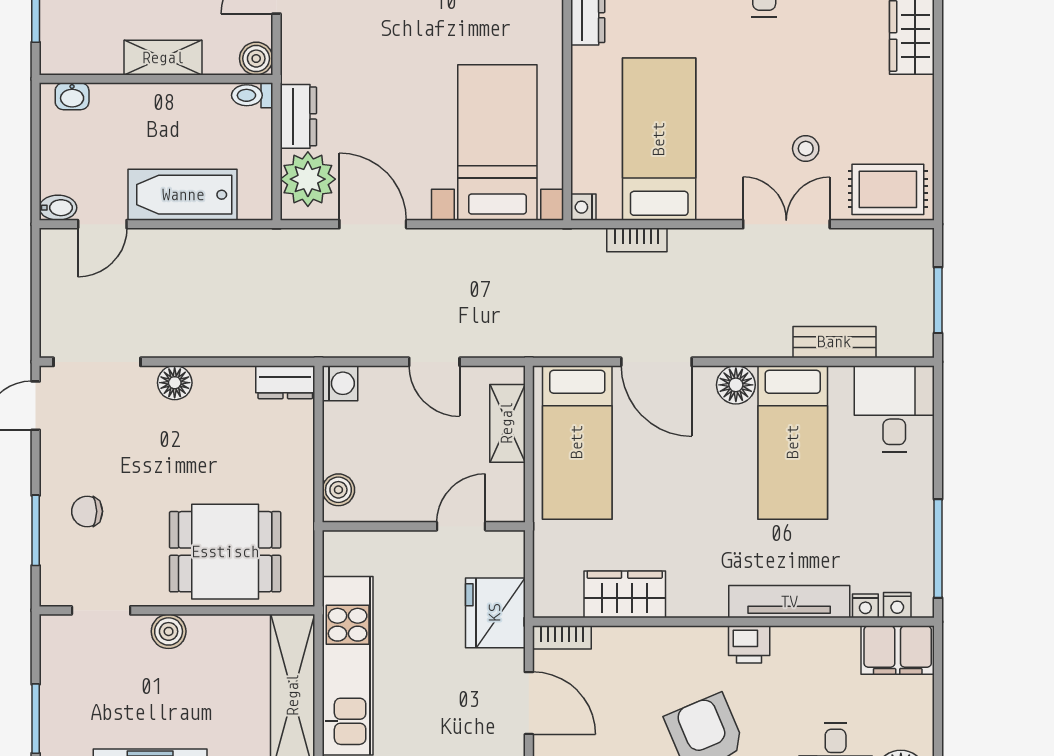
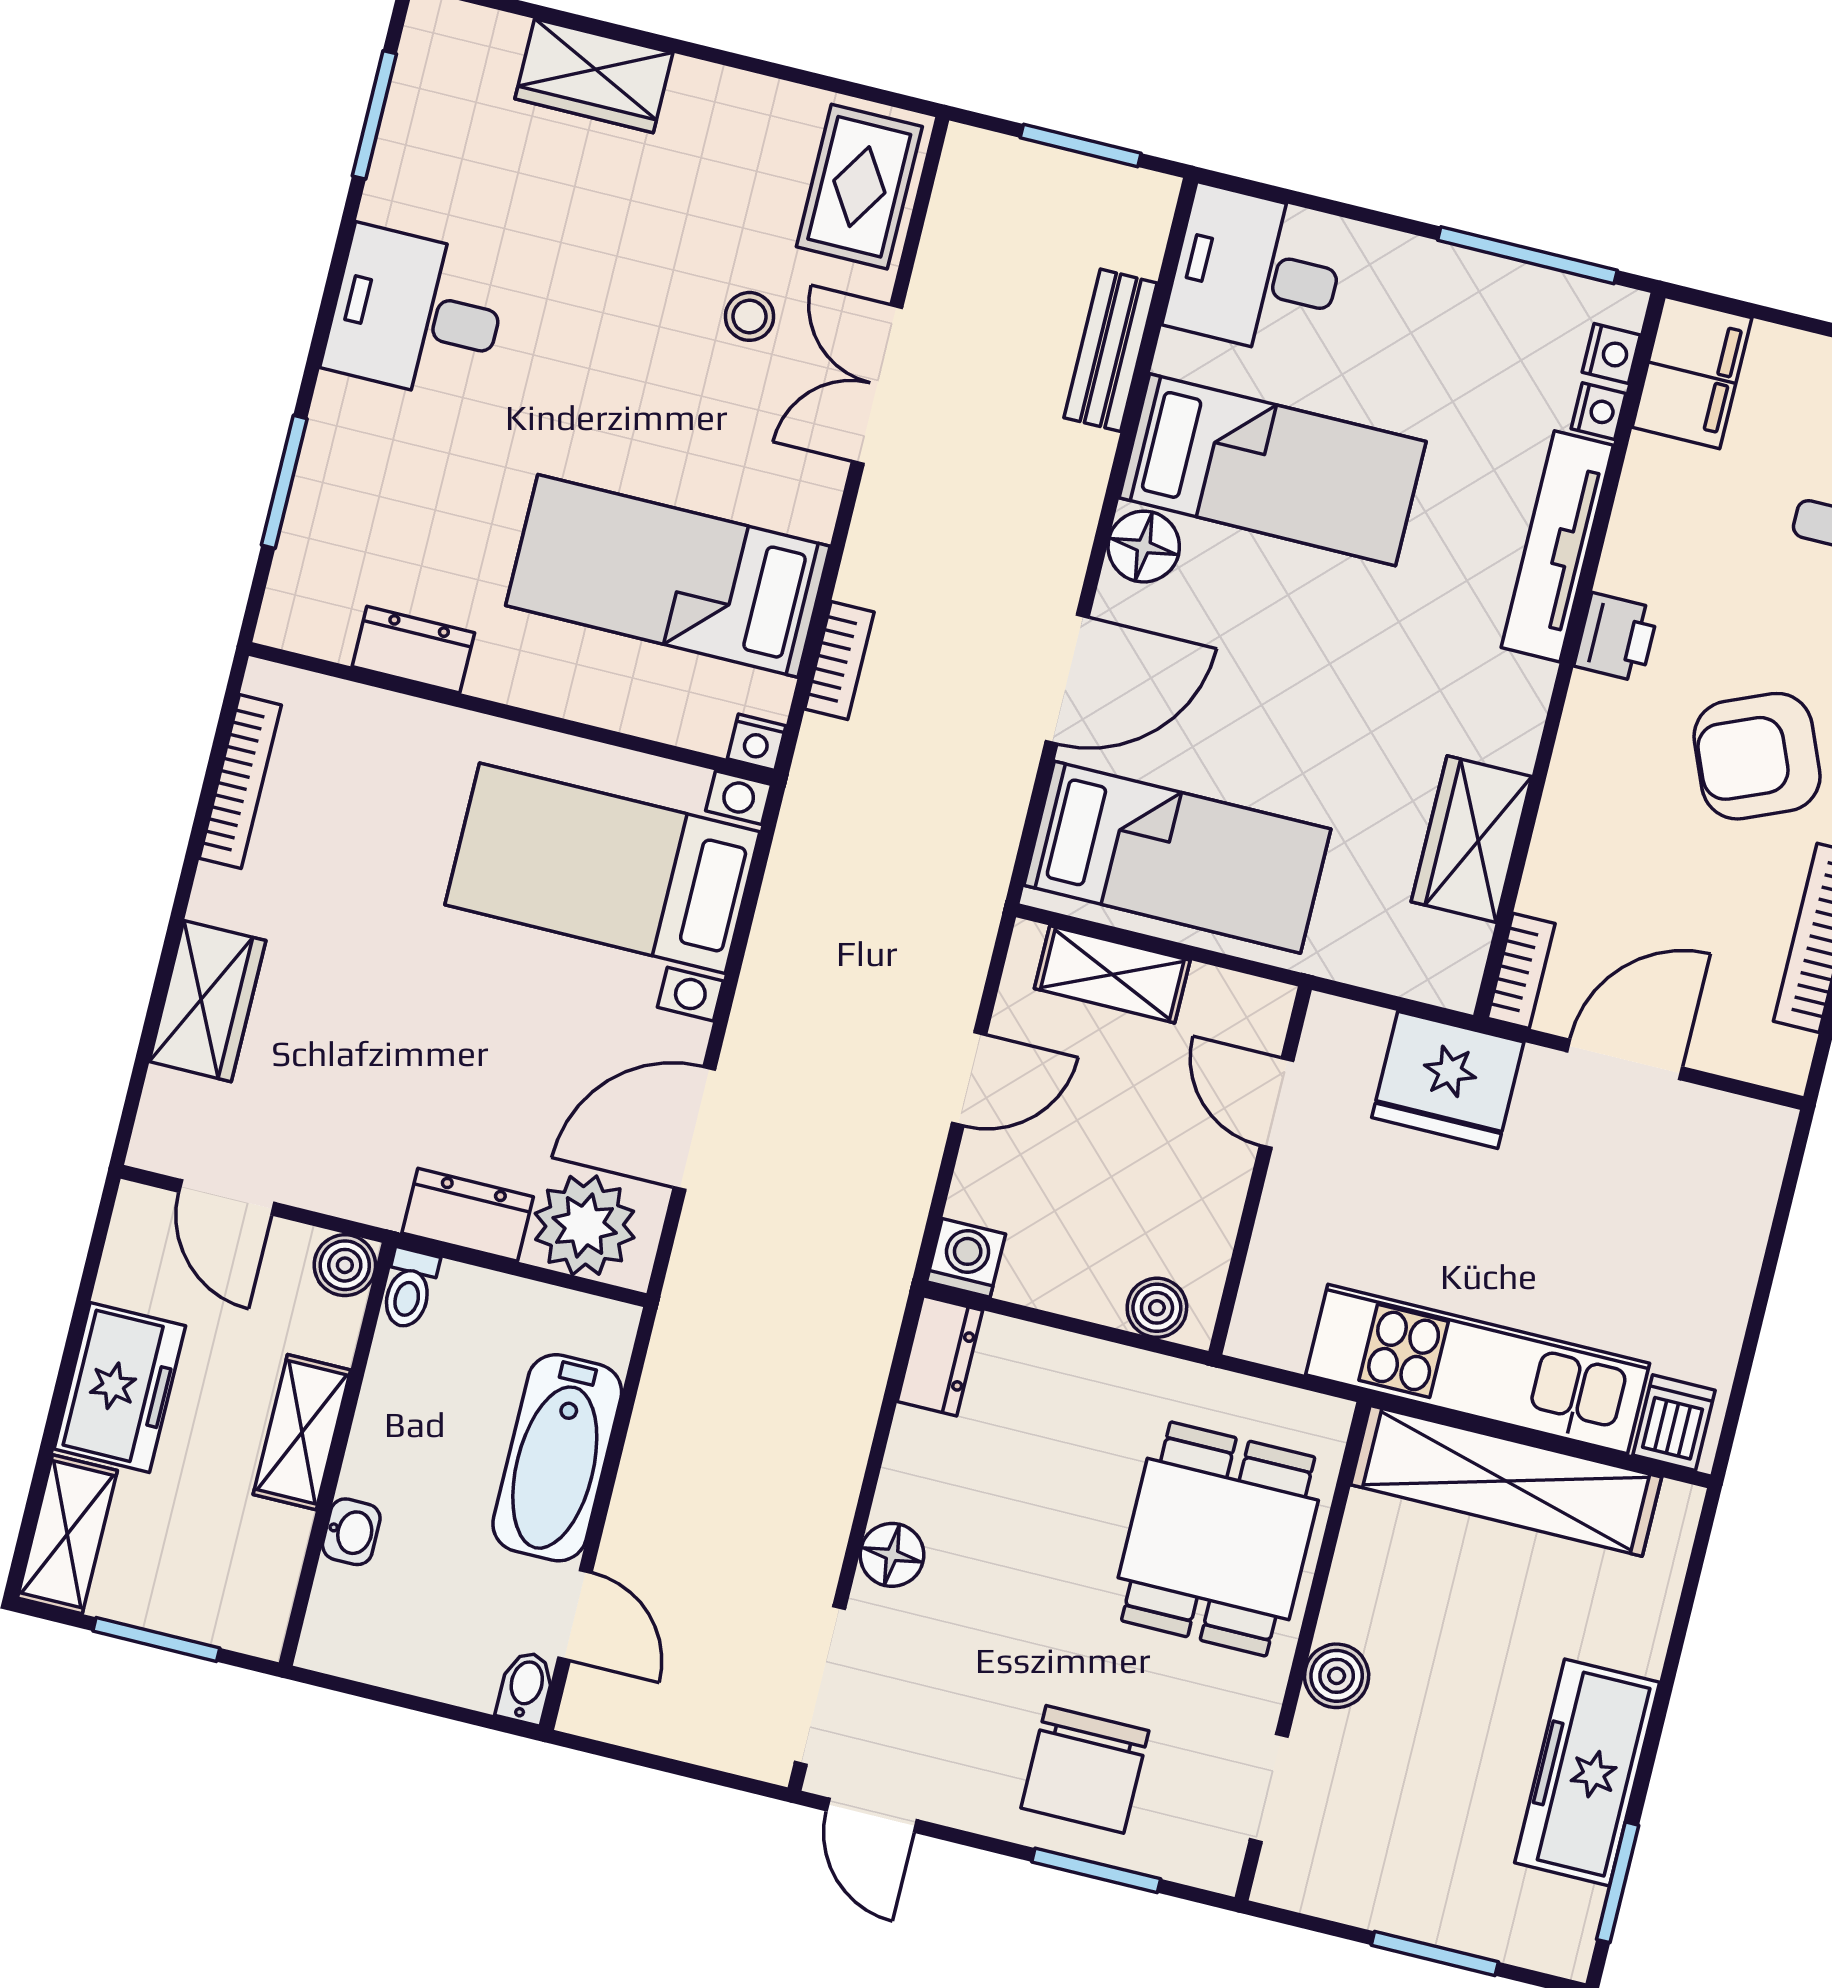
washbasin: (72, 96) -> (351, 1532), moved
chair: (87, 511) -> (1085, 1769), width x1.87, depth x1.87

